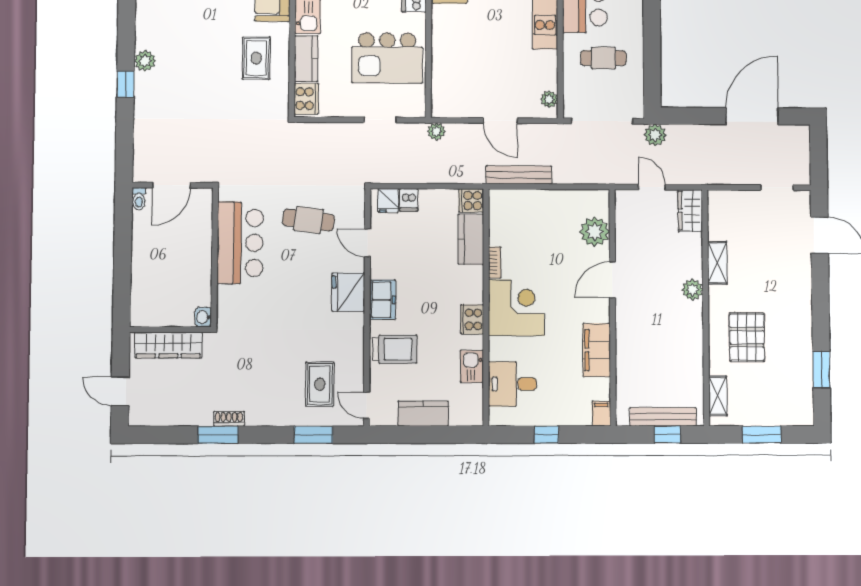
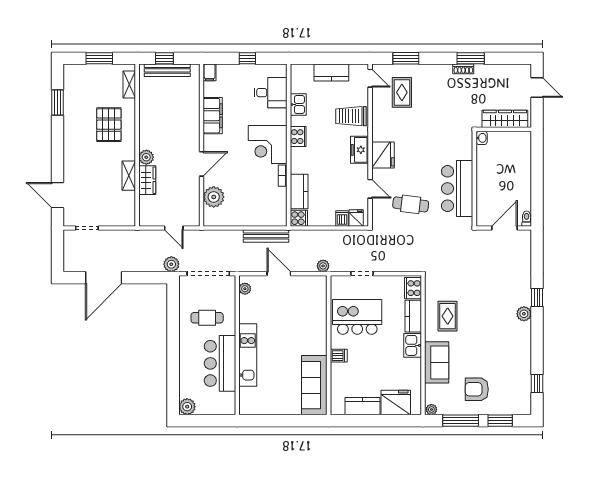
wardrobe: (690, 211) -> (147, 180), moved

